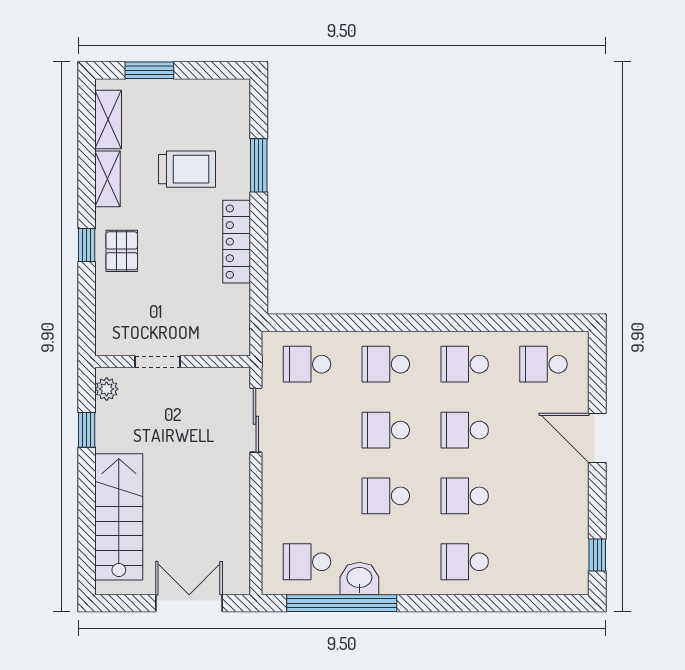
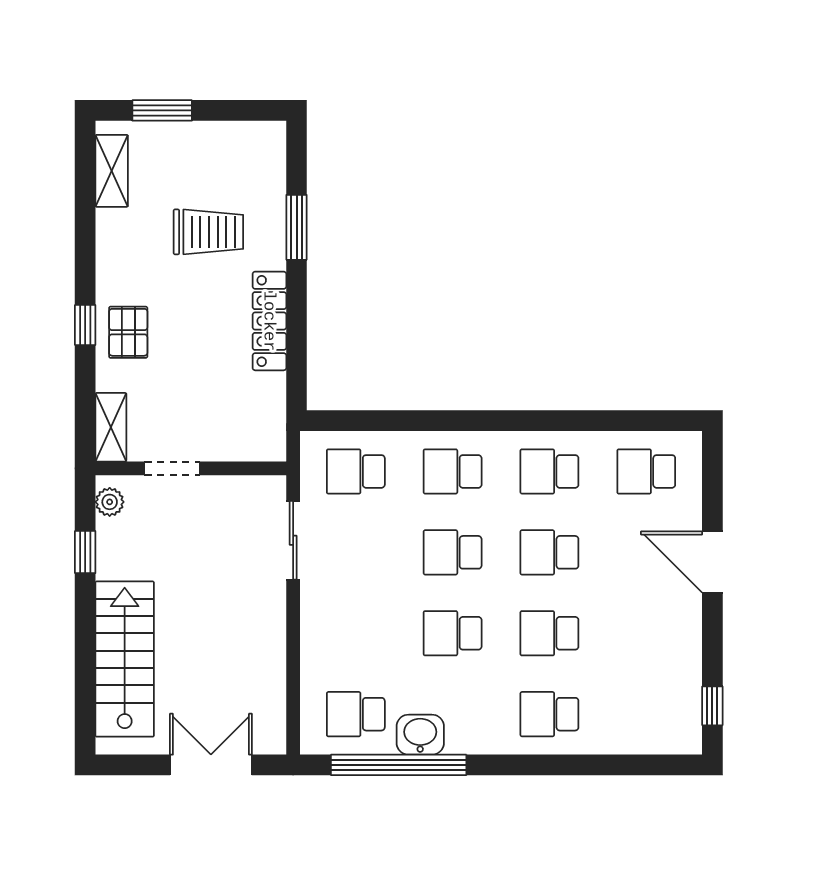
shelving: (108, 179) -> (111, 427), moved

